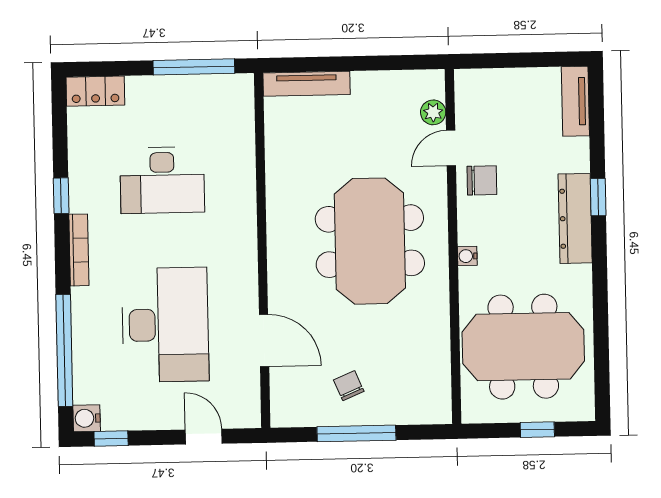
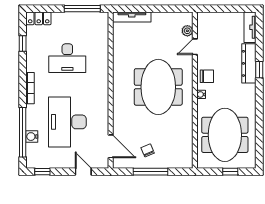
chair: (482, 180) -> (207, 76), moved
window: (61, 196) -> (23, 44), moved
dresser: (575, 218) -> (249, 63), moved
desk: (165, 325) -> (67, 122), turned 180
door: (264, 340) -> (111, 146), moved
meeting table: (523, 347) -> (225, 135), turned 90
water cooler: (87, 418) -> (32, 137), moved

